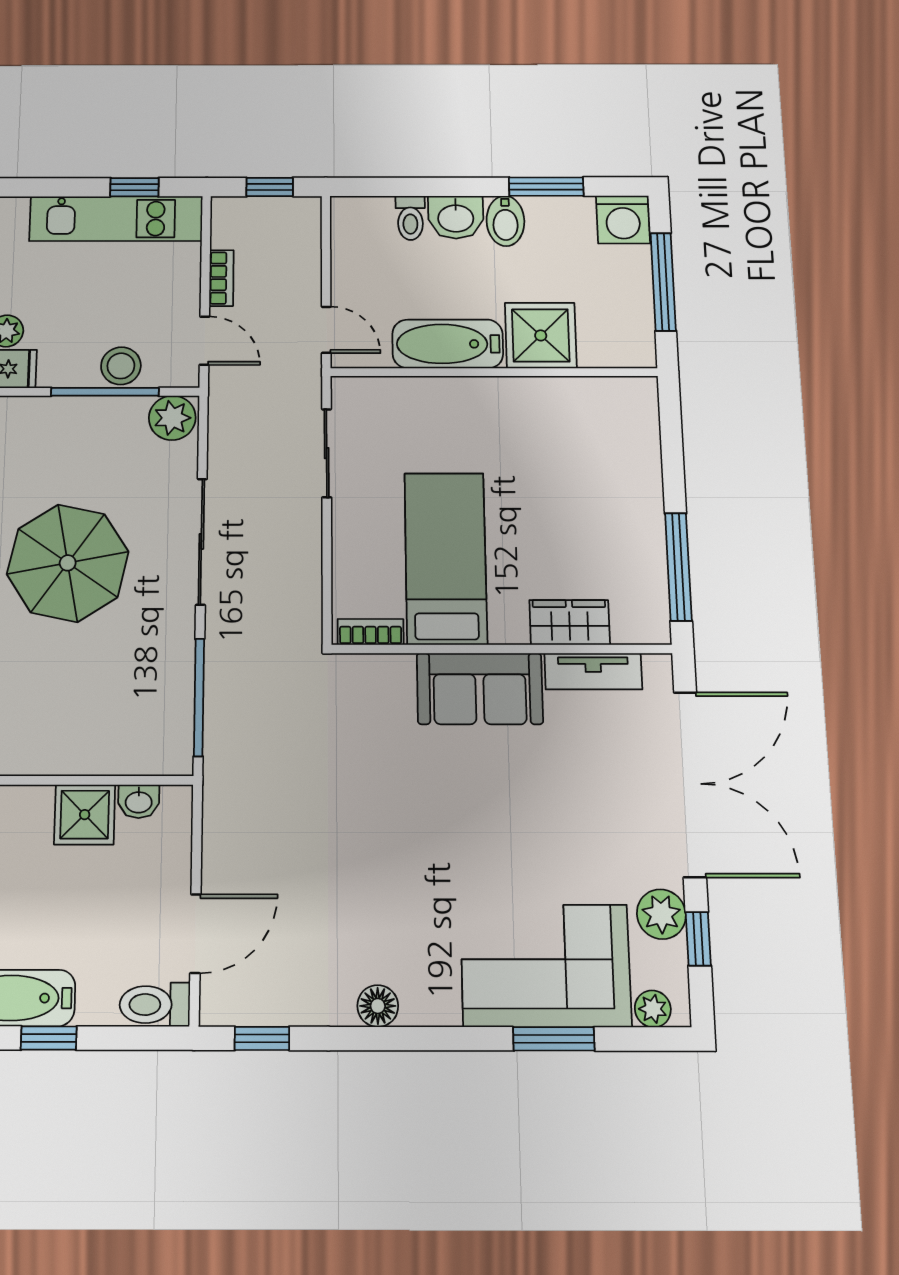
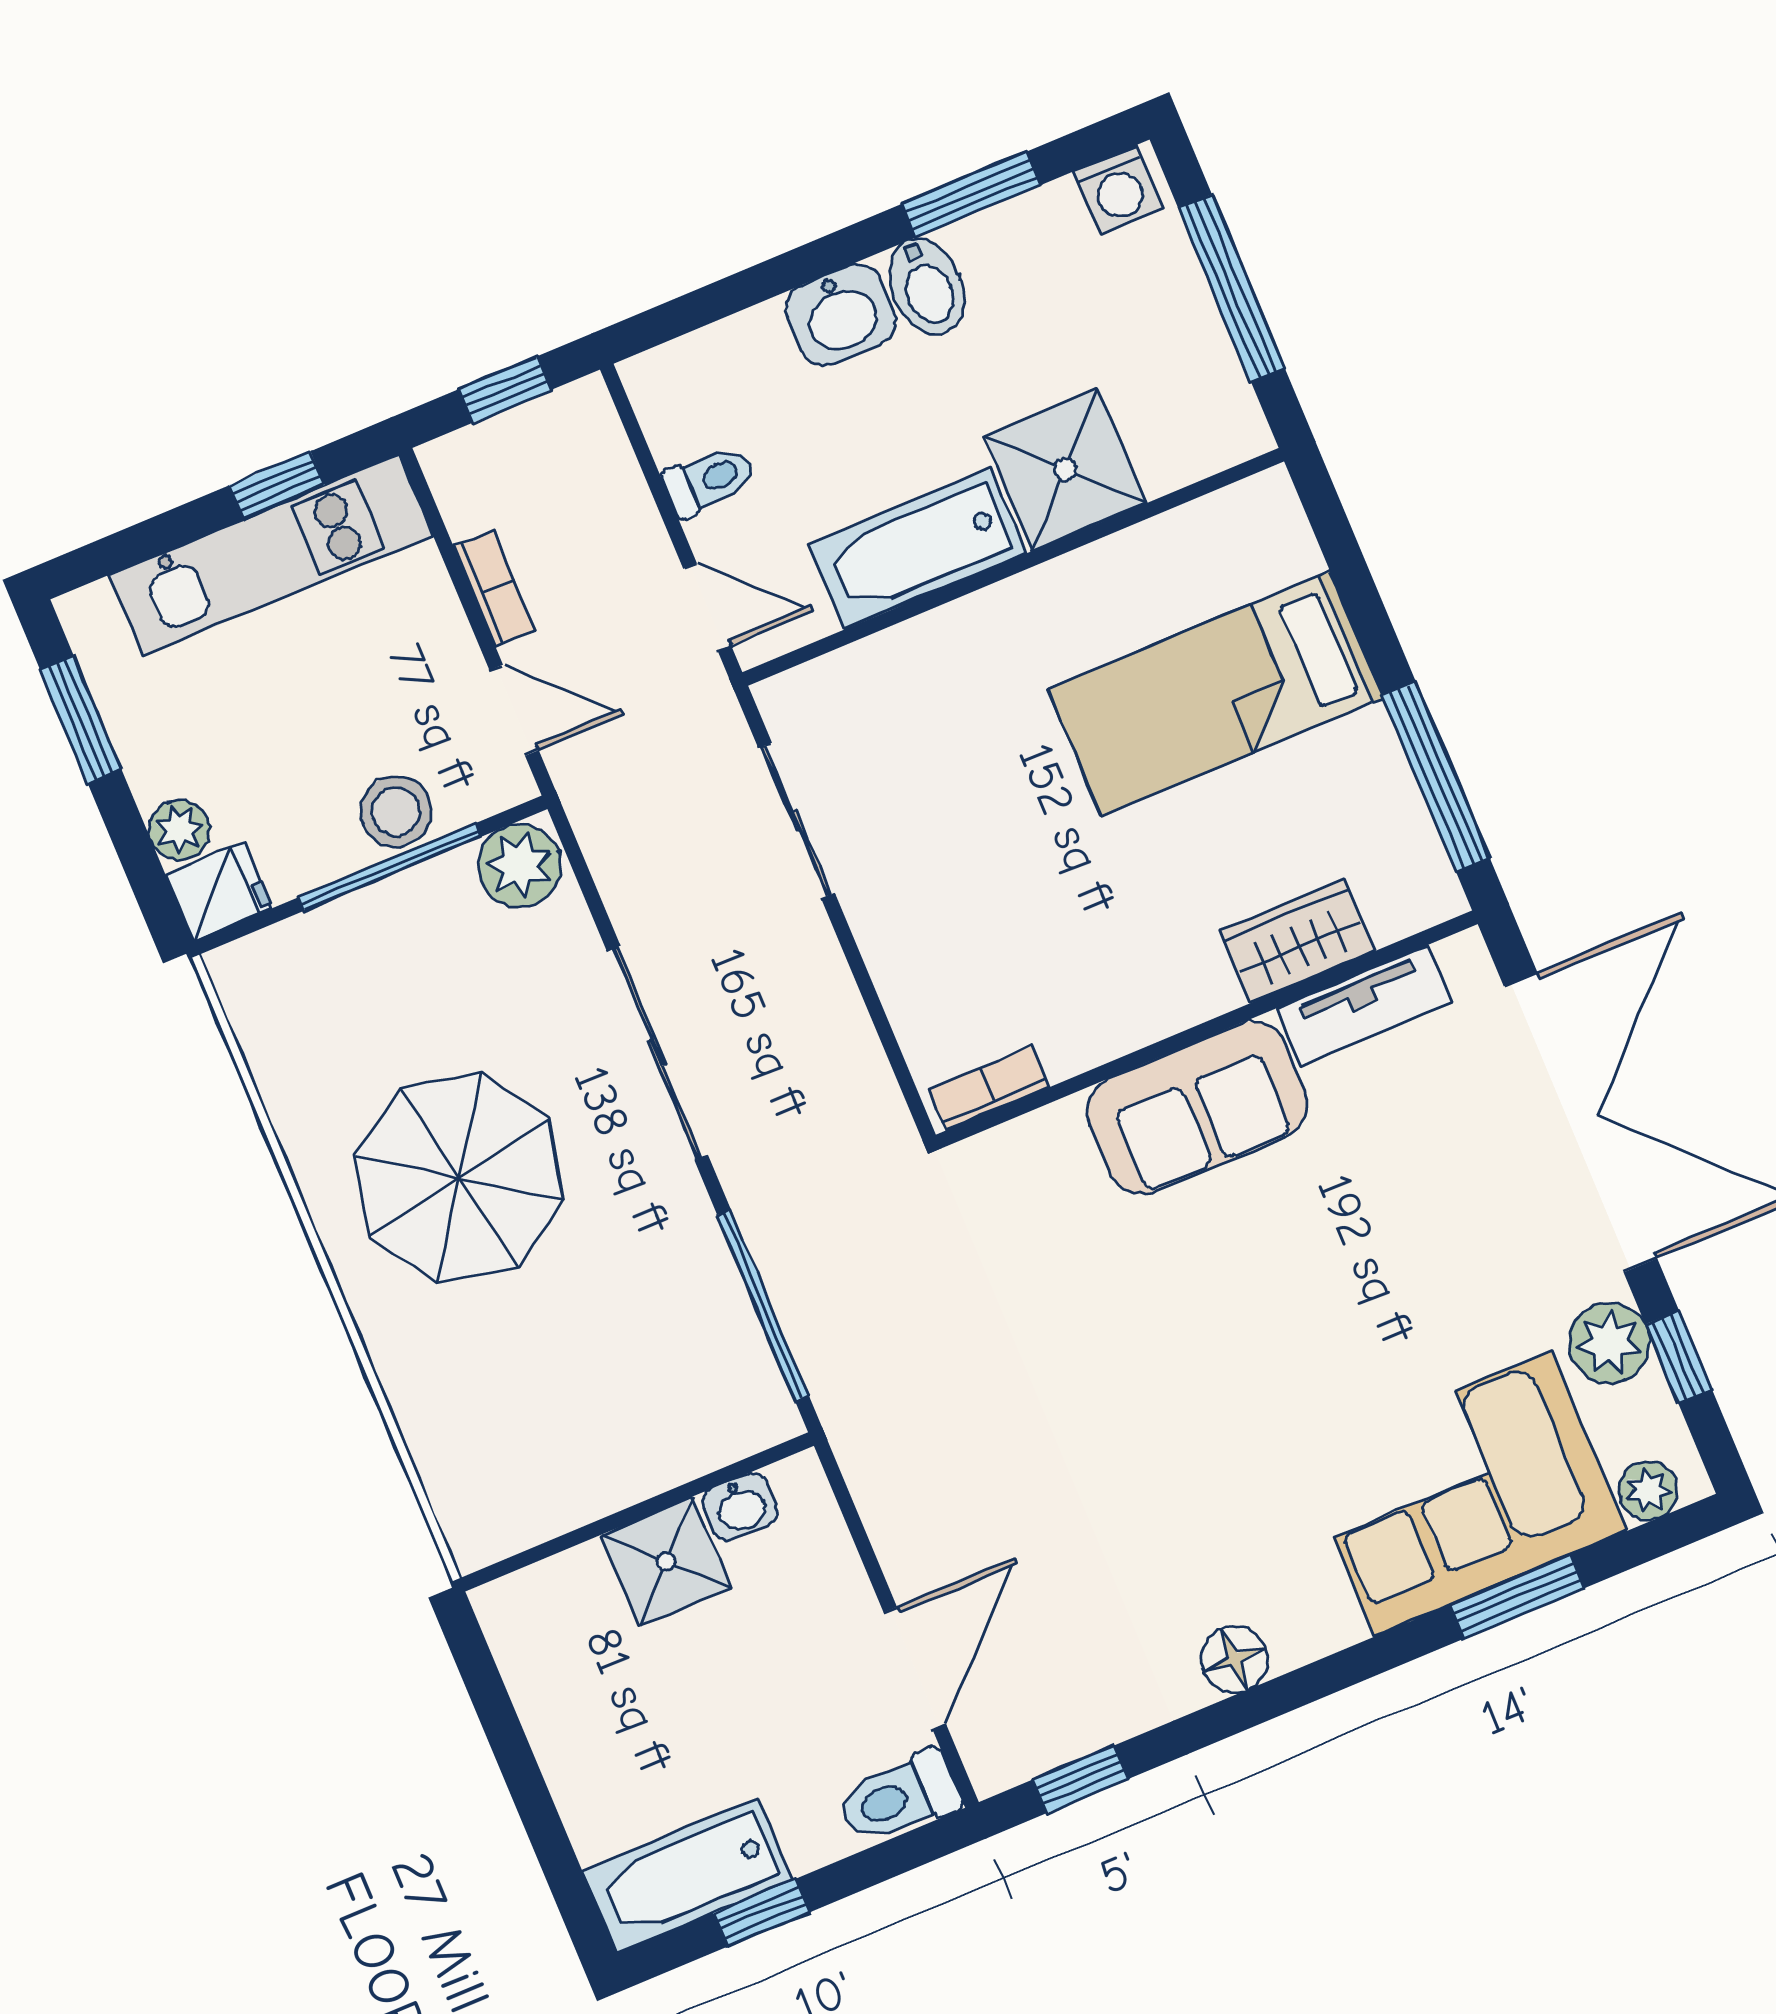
toilet: (410, 218) -> (709, 480), moved, turned -90
washing machine: (623, 219) -> (1118, 190), width x0.73, depth x0.73
bed: (446, 558) -> (1216, 693), moved, turned -90

